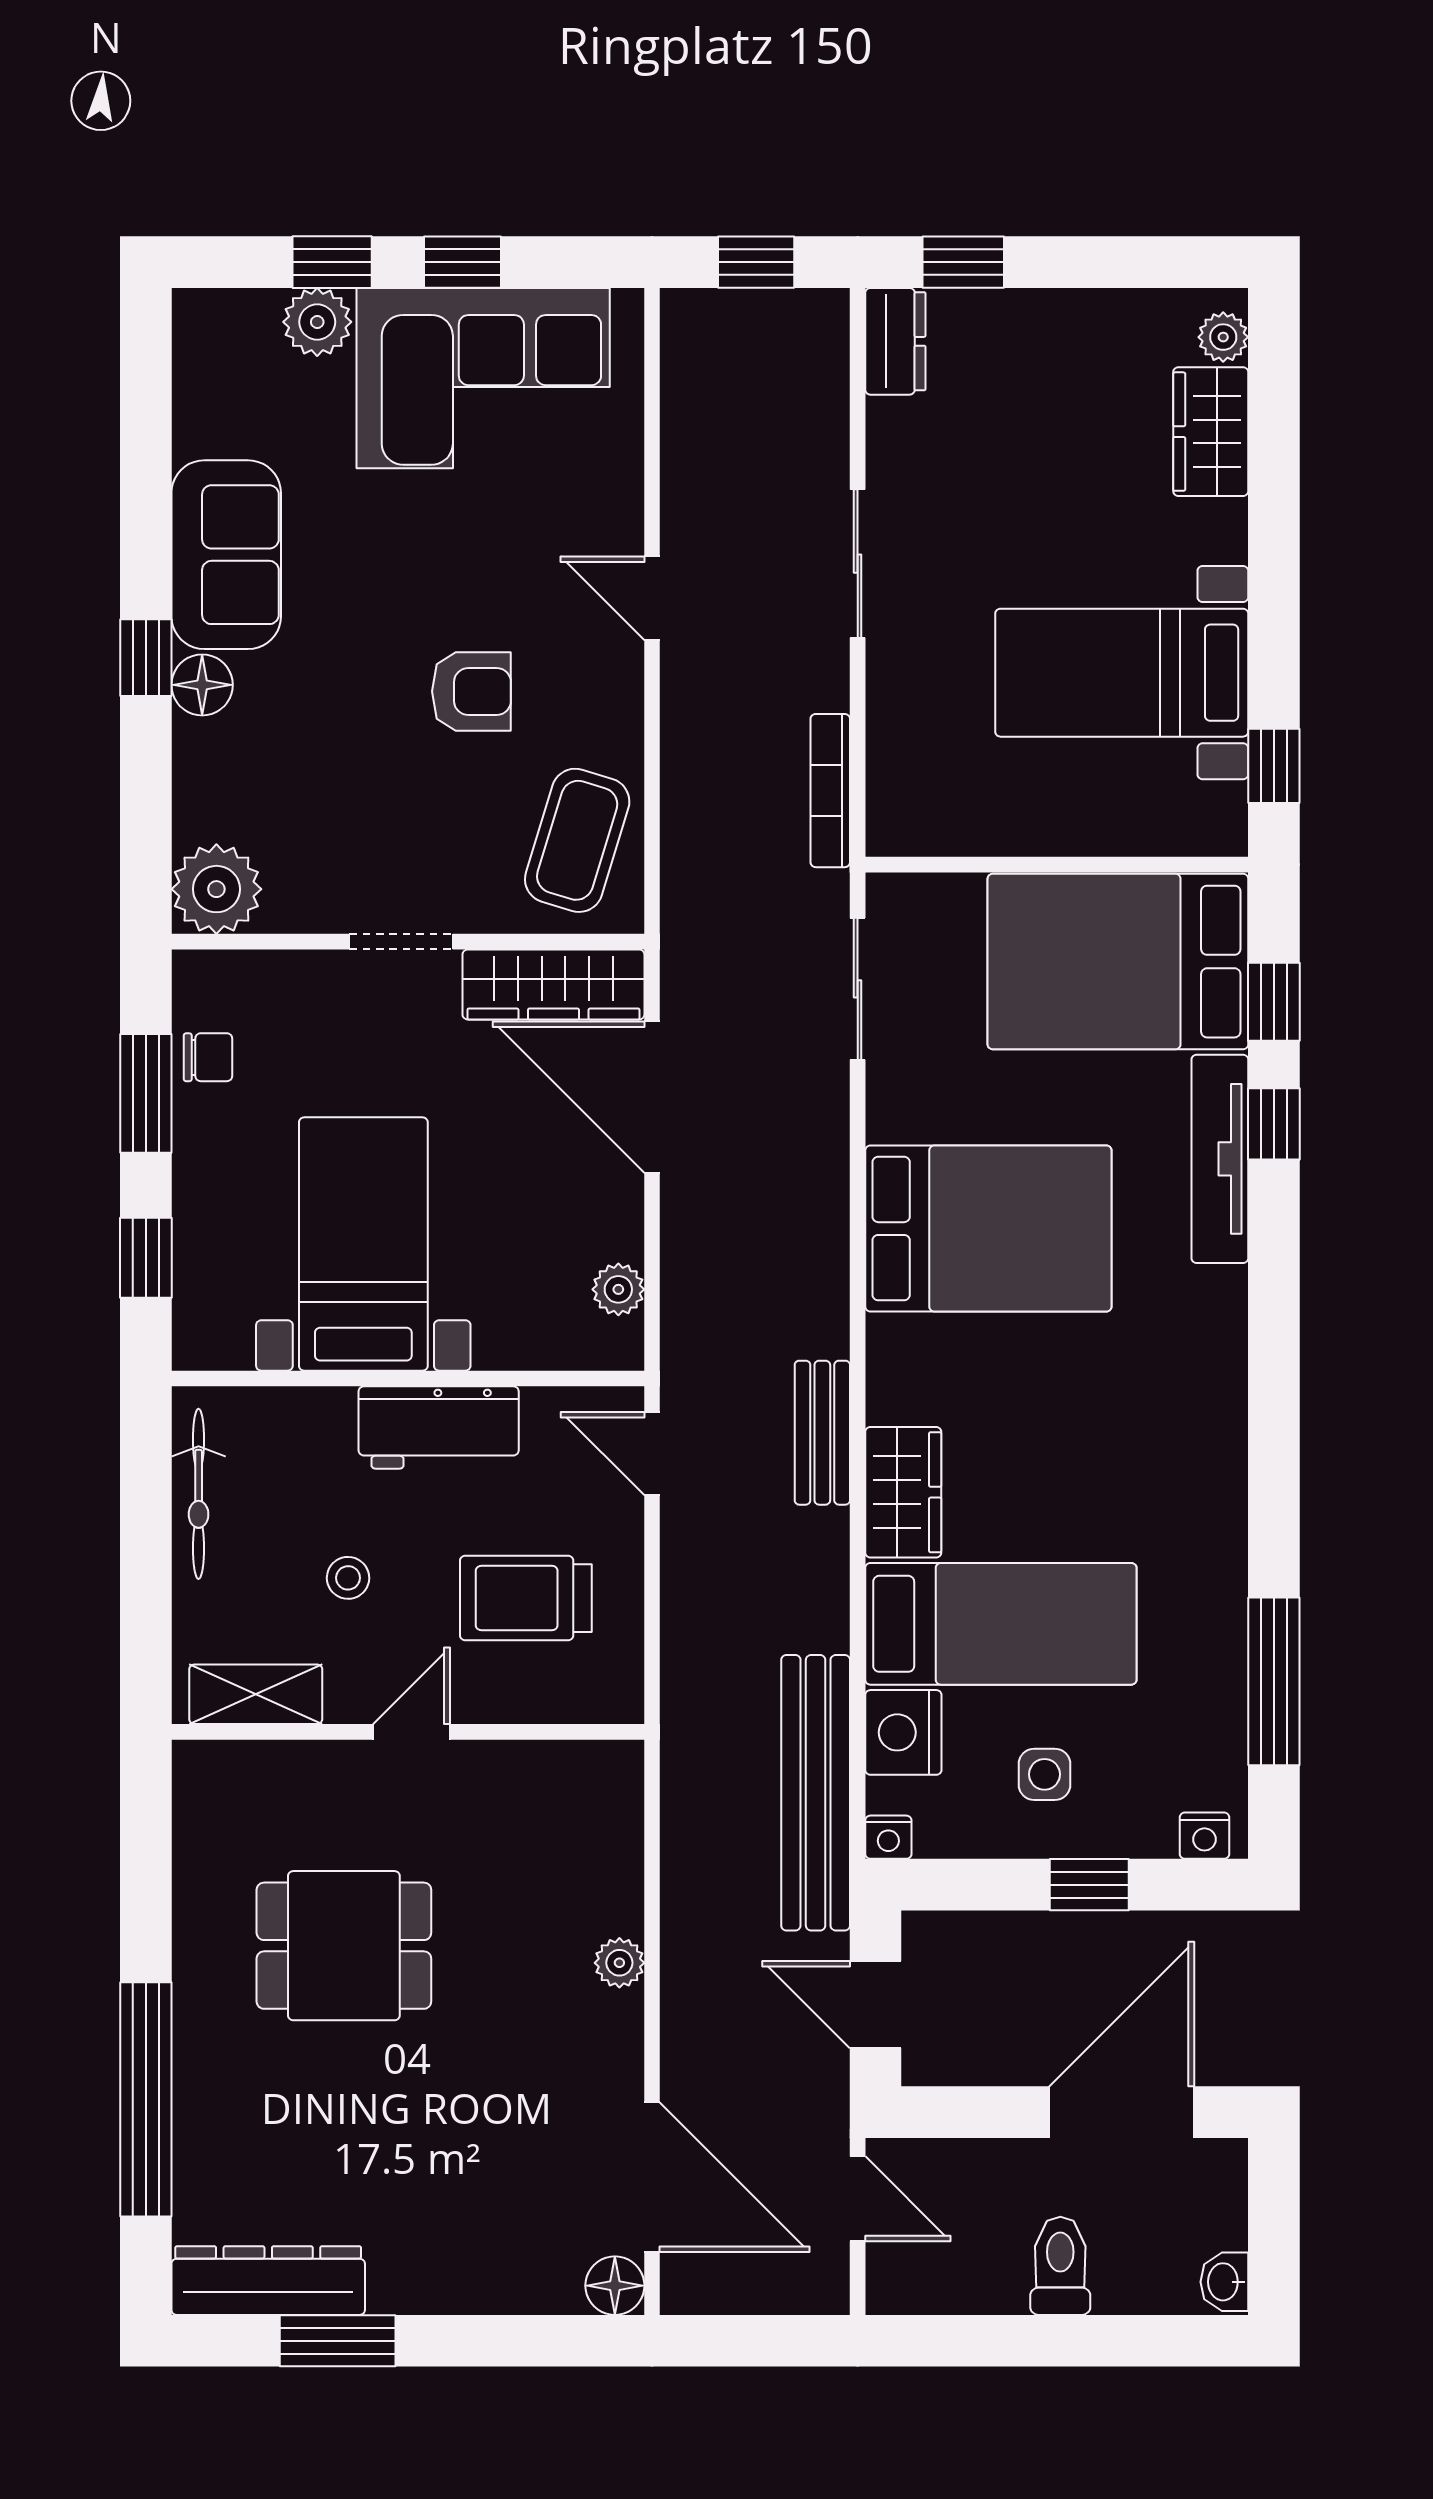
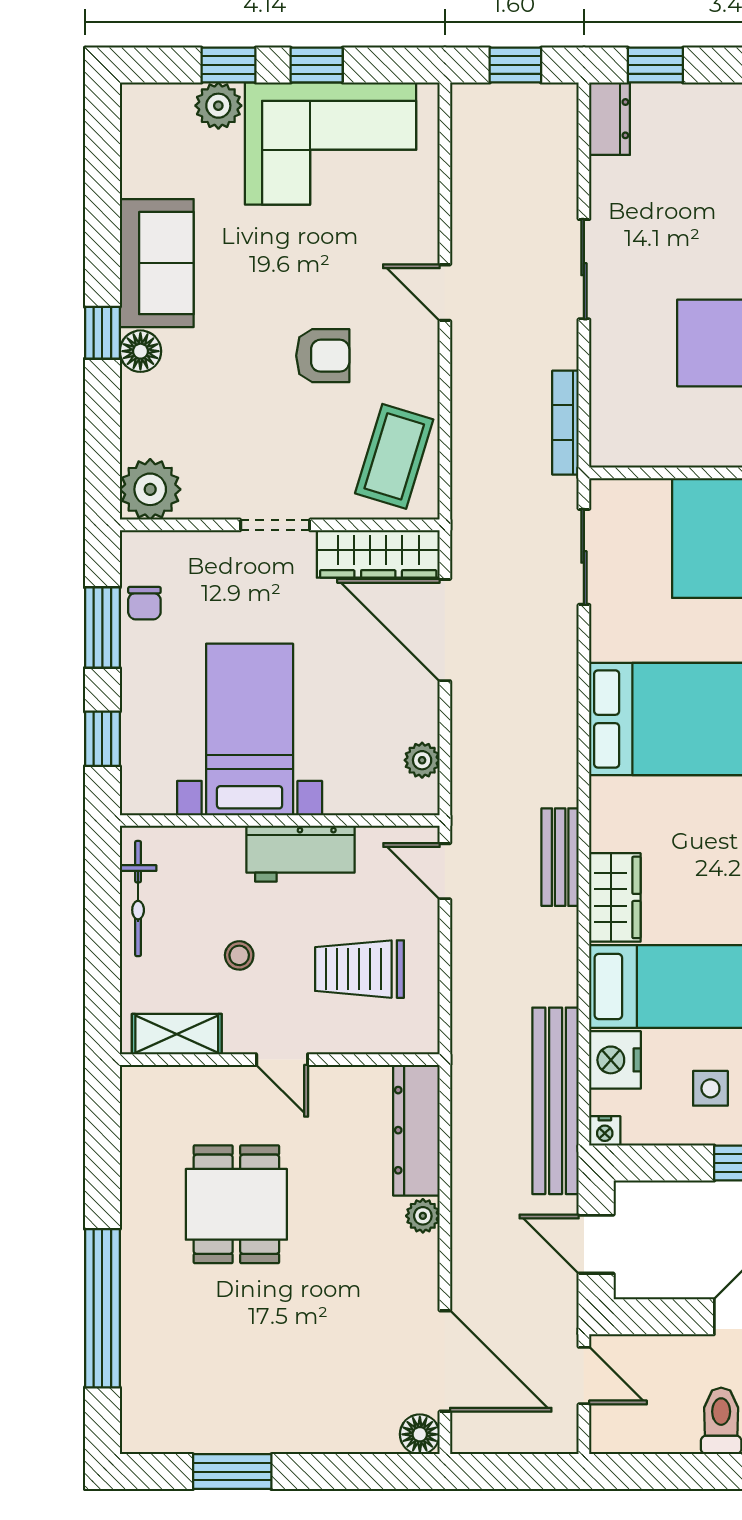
chair: (208, 1057) -> (144, 603), turned 90
door: (411, 1732) -> (282, 1060), swing flipped
dining table: (344, 1946) -> (236, 1204), turned 90
dresser: (268, 2281) -> (416, 1130), moved, turned -90

